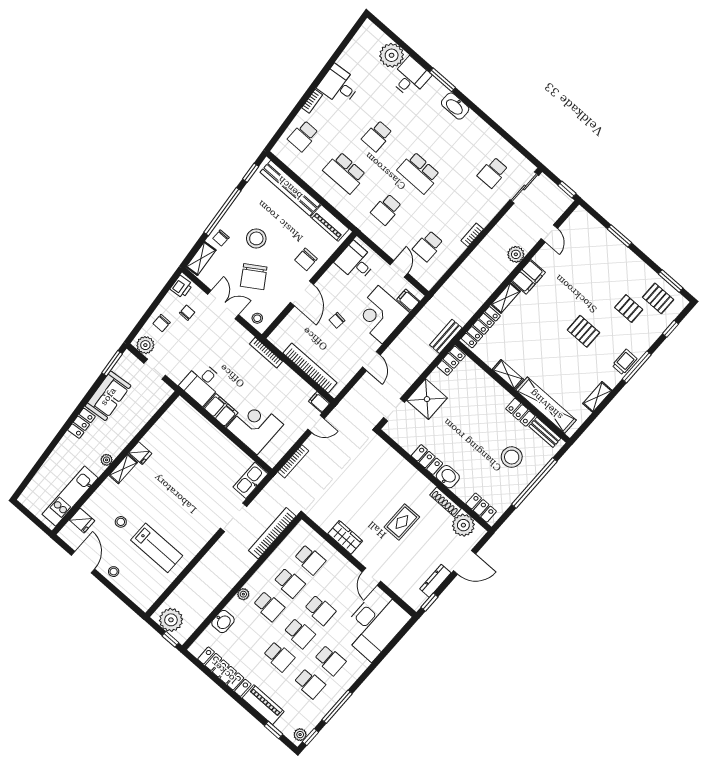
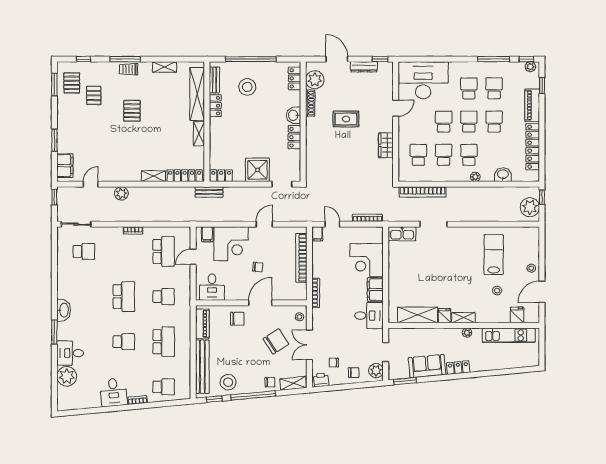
stool: (256, 238) -> (228, 382), moved
school desk: (428, 246) -> (164, 251), width x1.85
filing cabinet: (528, 277) -> (65, 166), moved, turned 90
shelving: (163, 429) -> (418, 315), added

